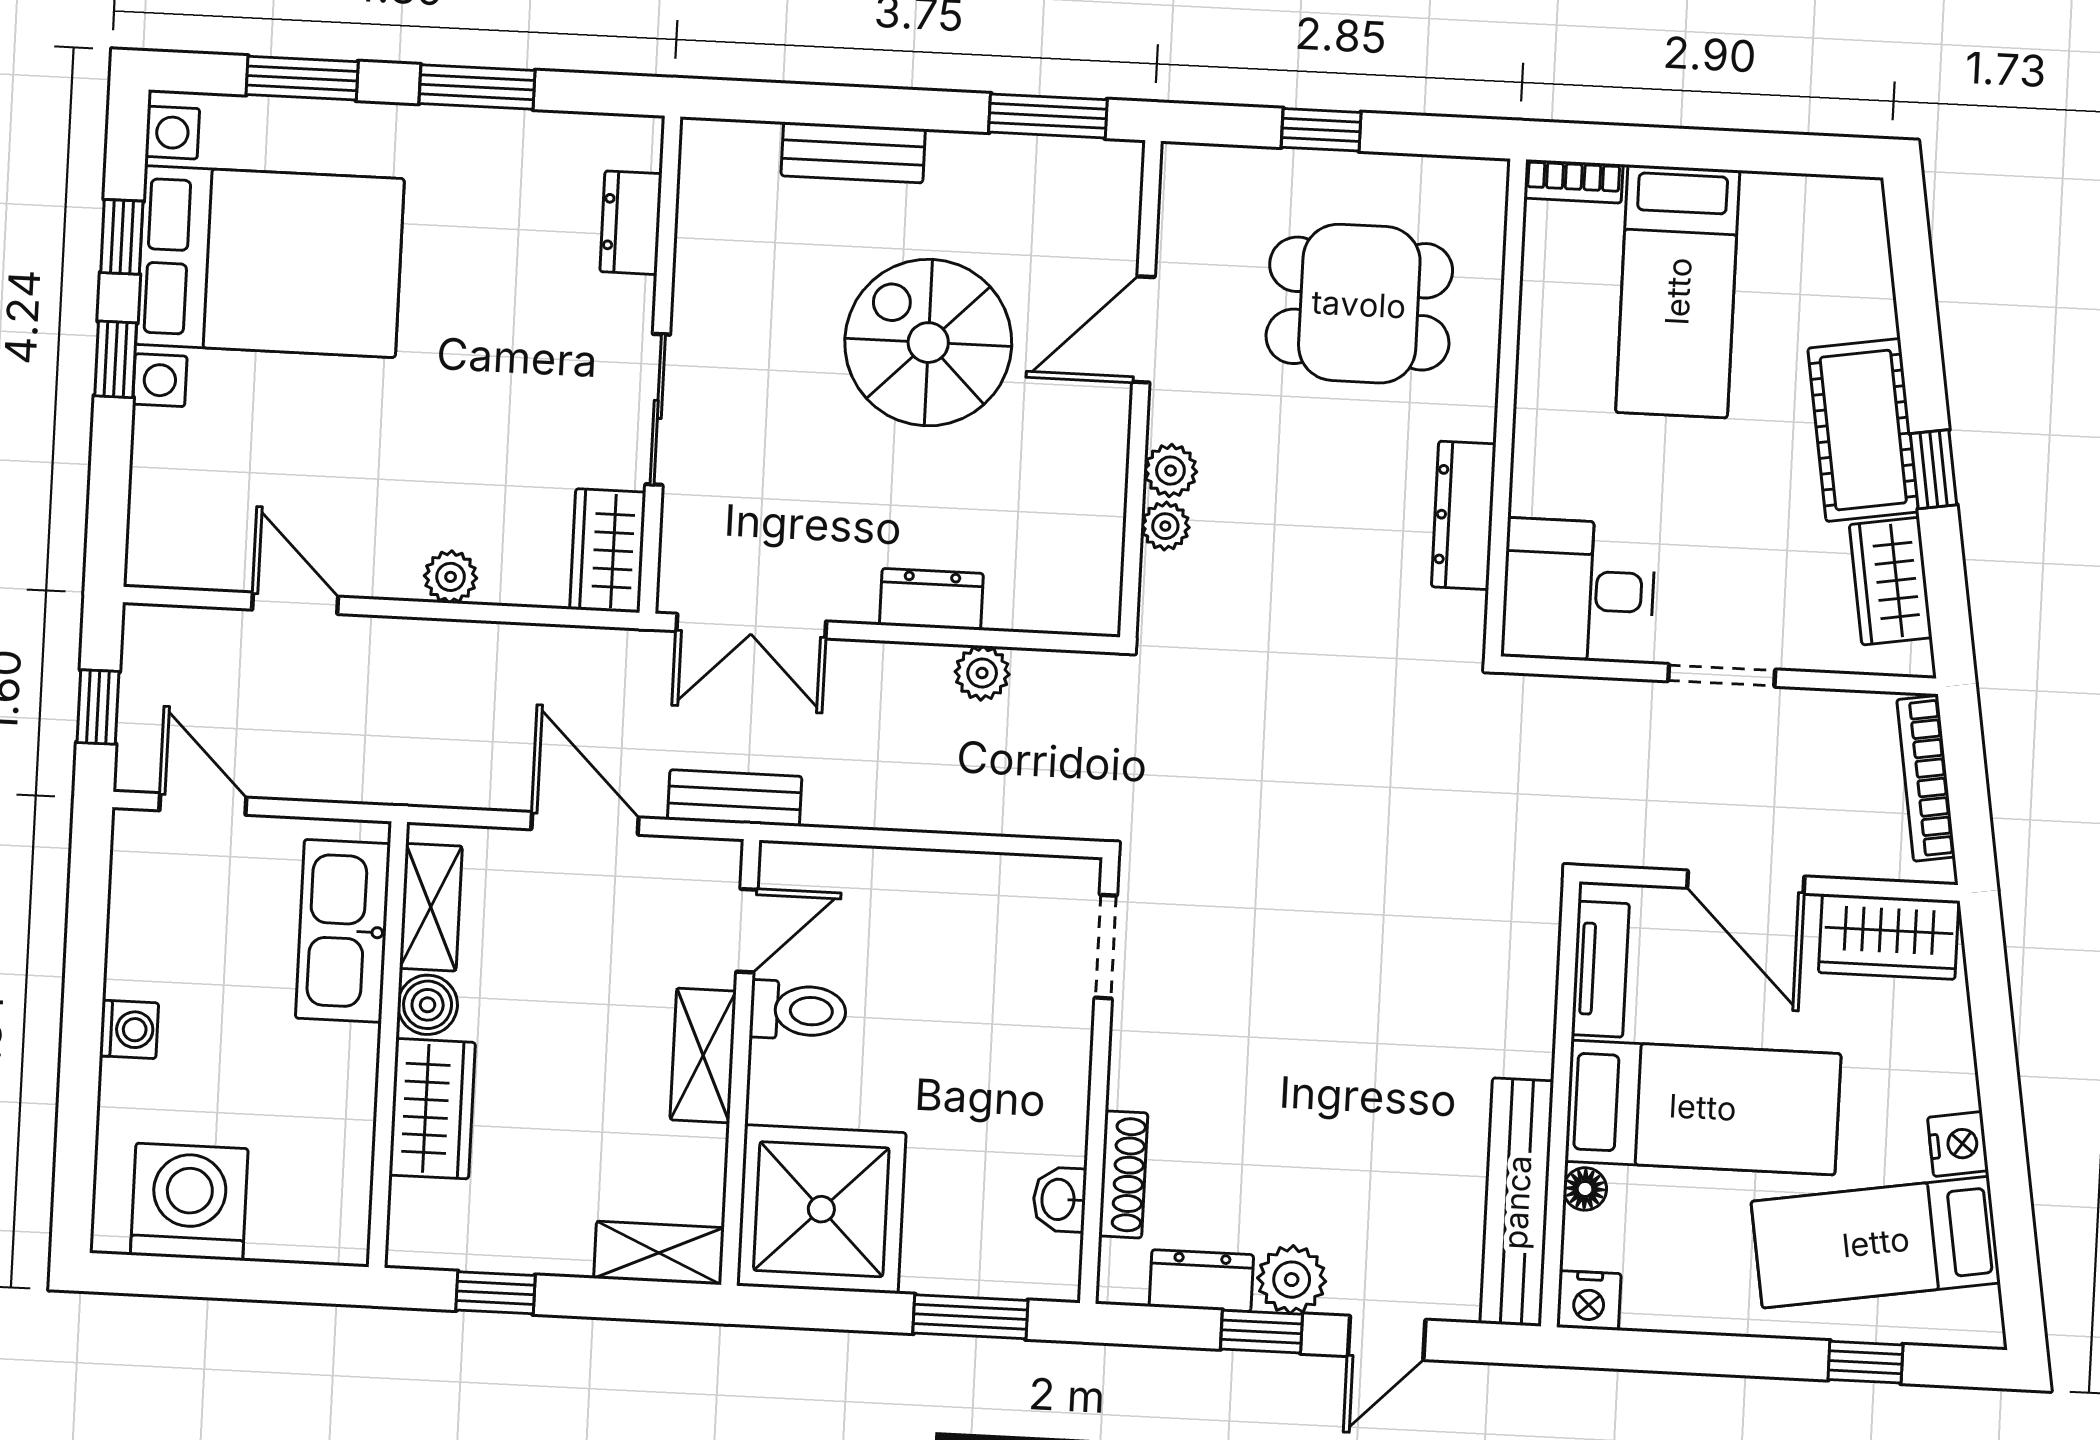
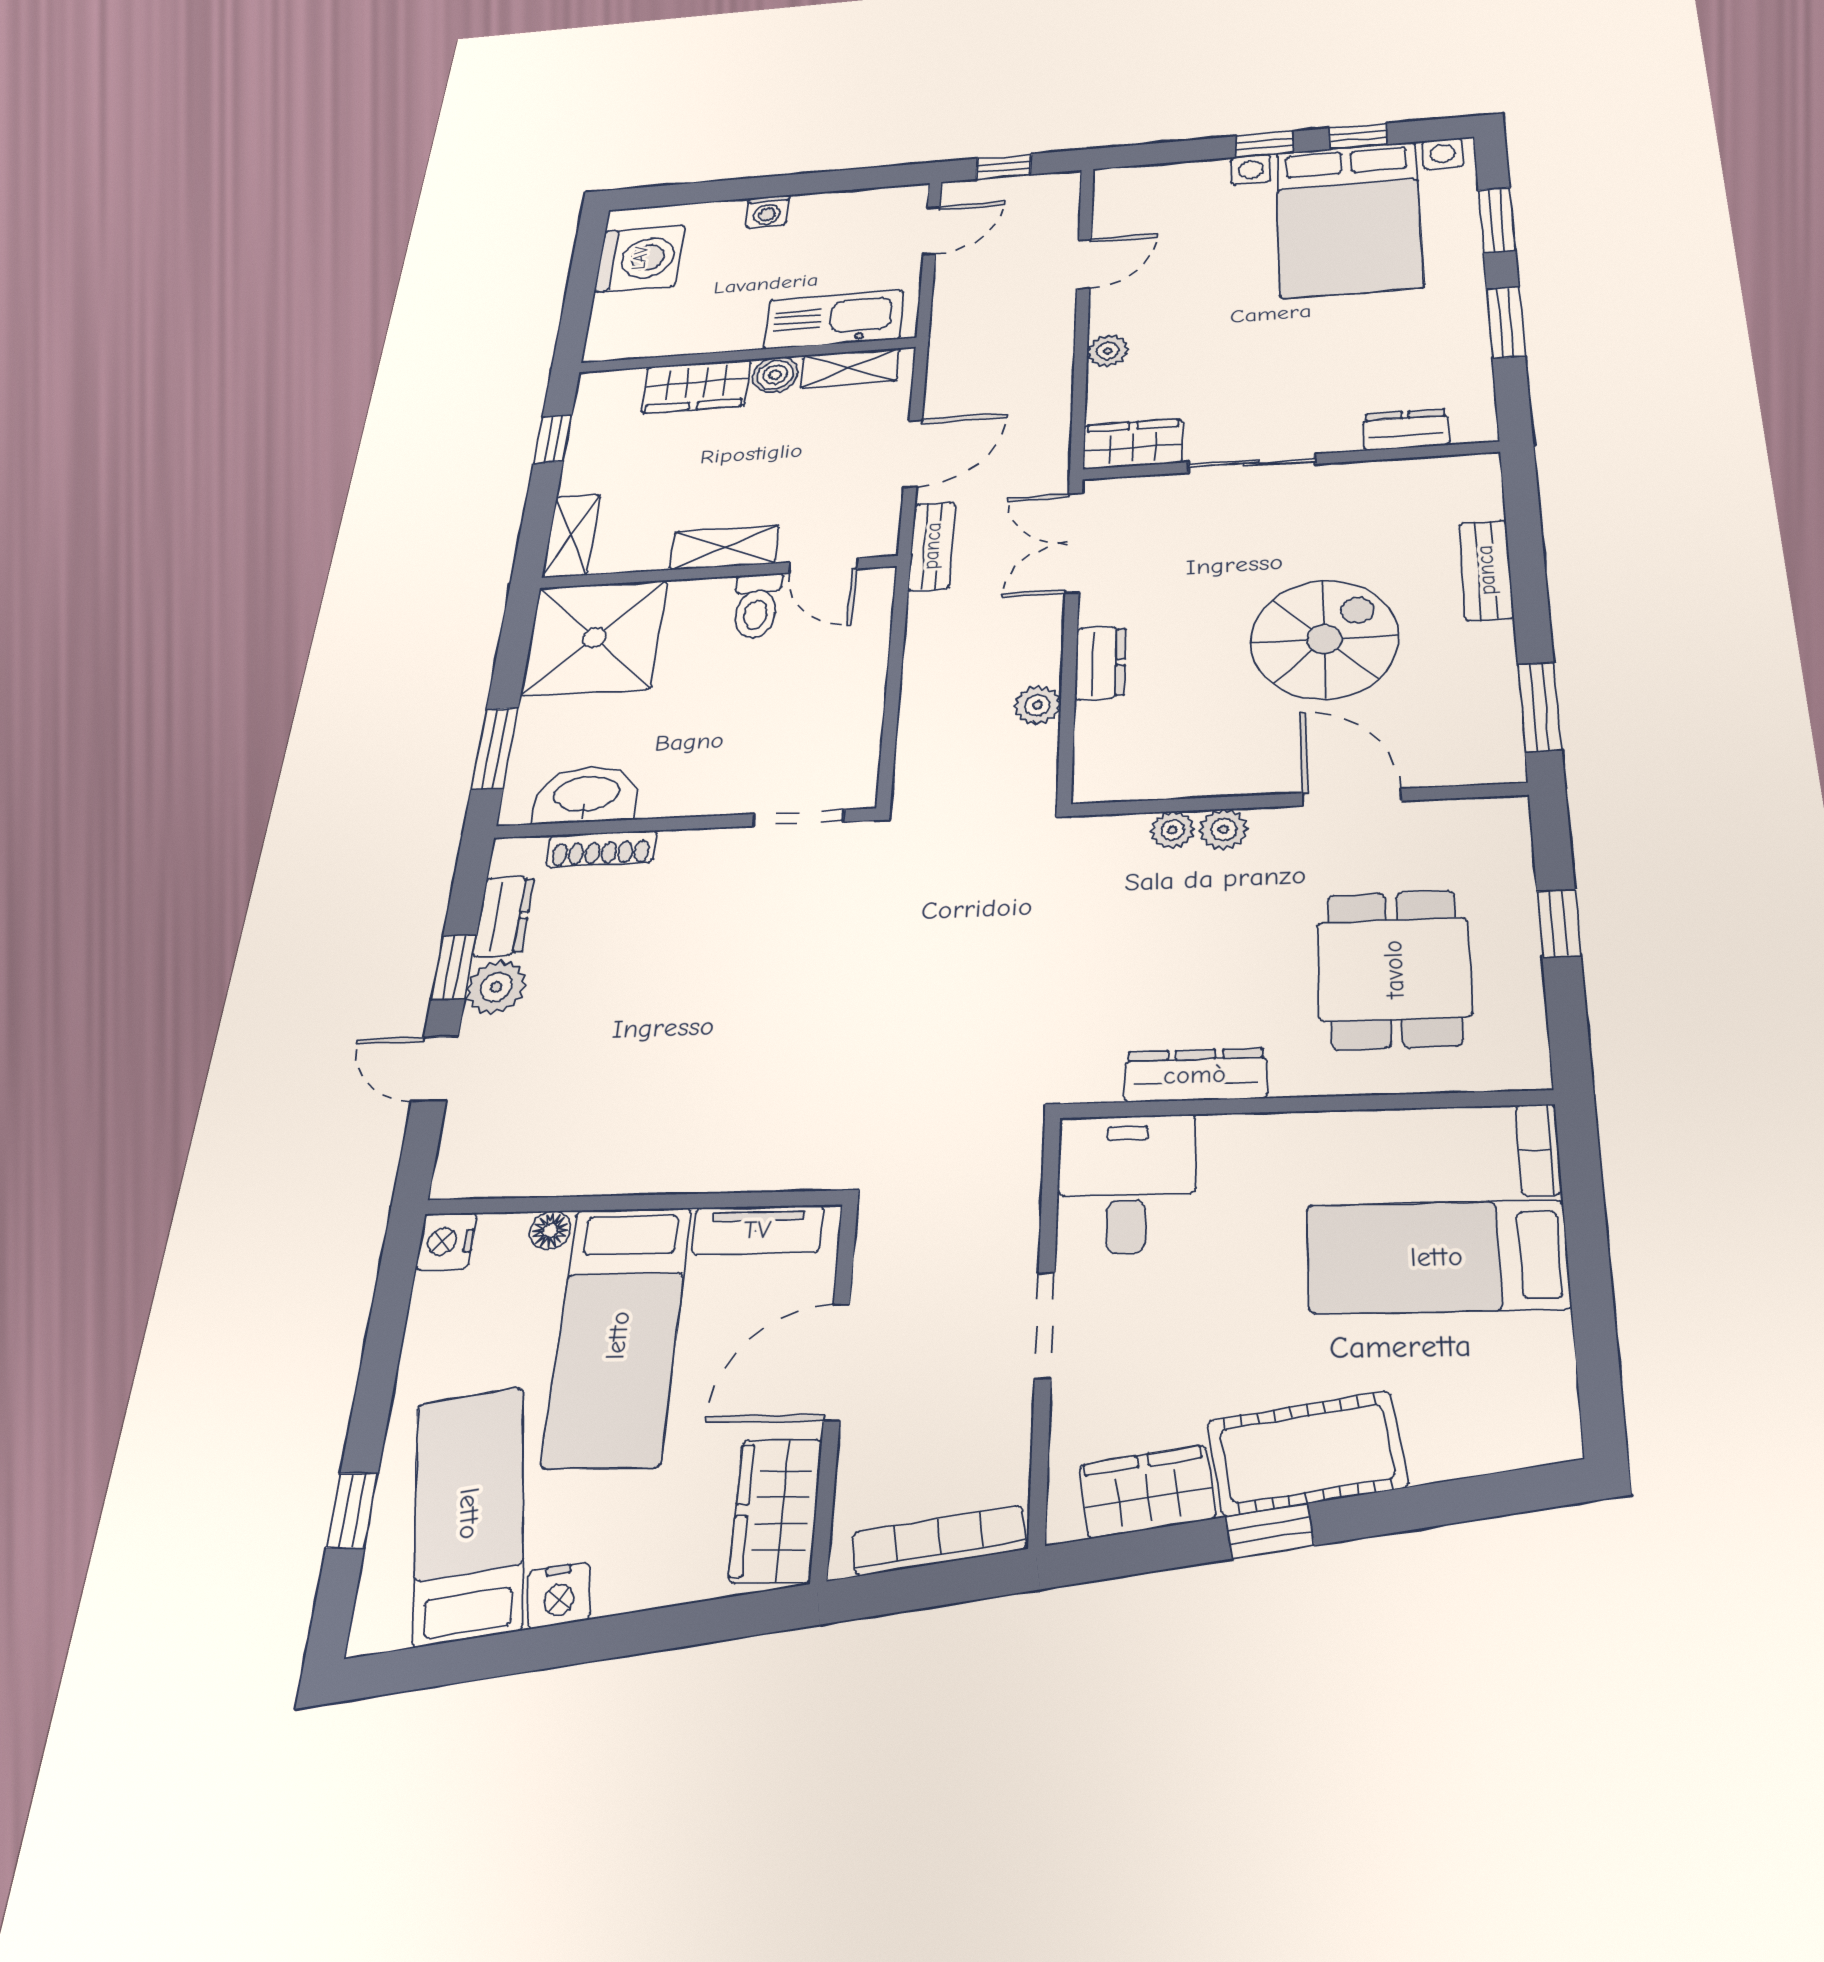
washbasin: (1059, 1199) -> (586, 795), width x1.91, depth x1.45
bench: (1517, 1202) -> (544, 1170), removed

